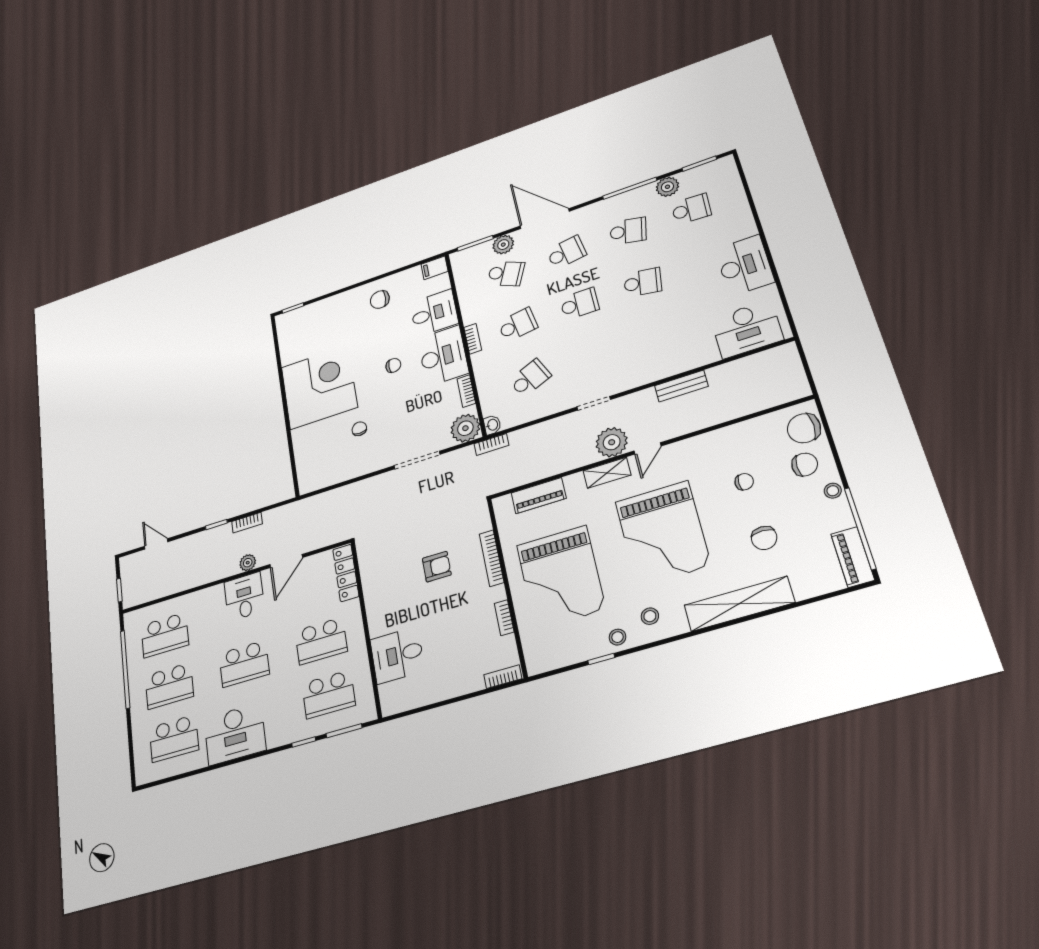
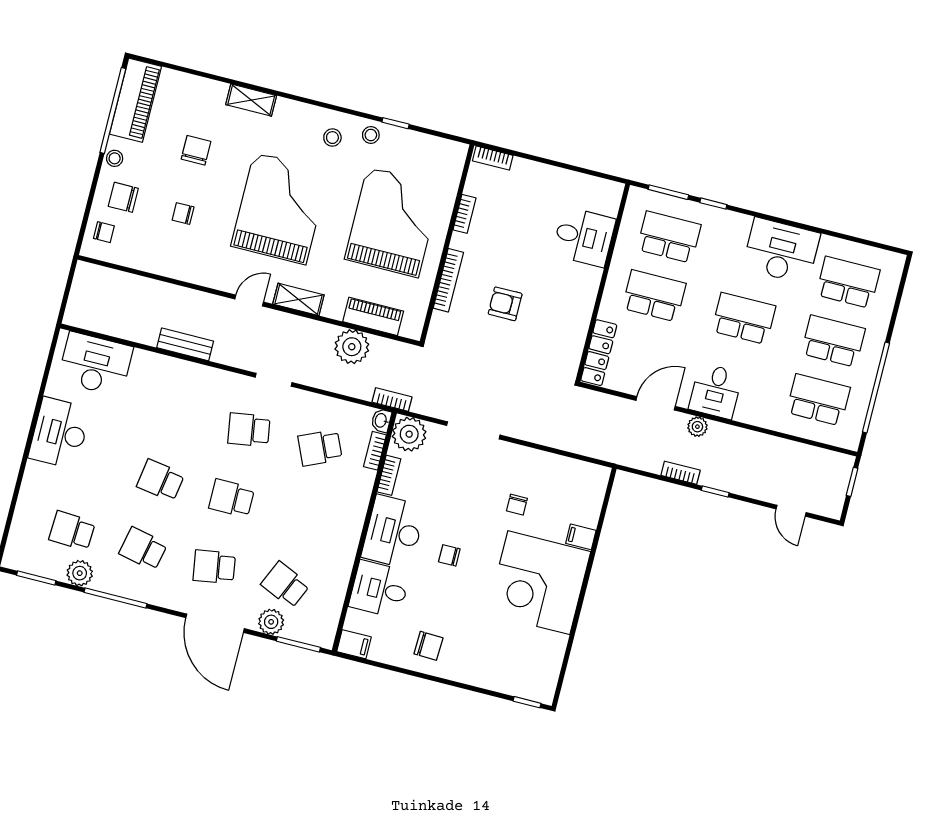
school desk: (518, 325) -> (249, 430), moved
bookcase: (473, 339) -> (375, 451), moved
chair: (804, 428) -> (104, 232), width x0.54, depth x0.54
filing cabinet: (302, 435) -> (581, 537), added
plant: (612, 442) -> (352, 347), moved
piano: (853, 557) -> (135, 100), width x1.37, depth x1.33
shelving: (739, 604) -> (251, 100), width x0.45, depth x0.75

